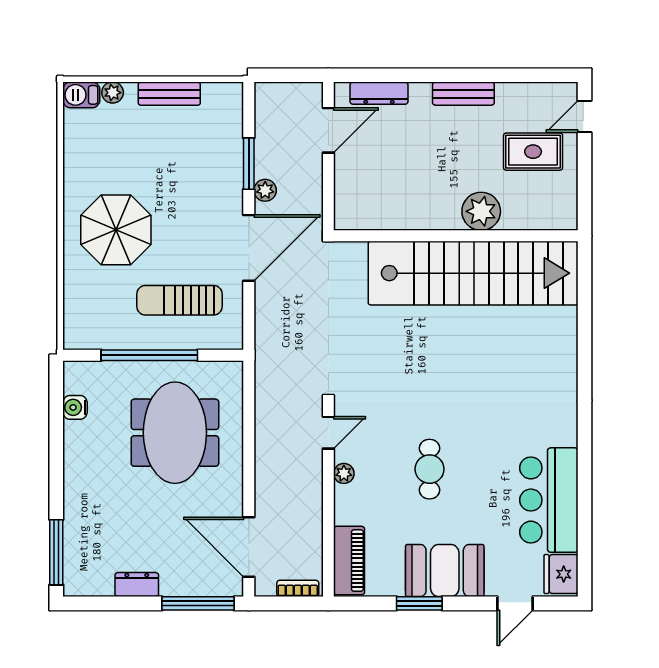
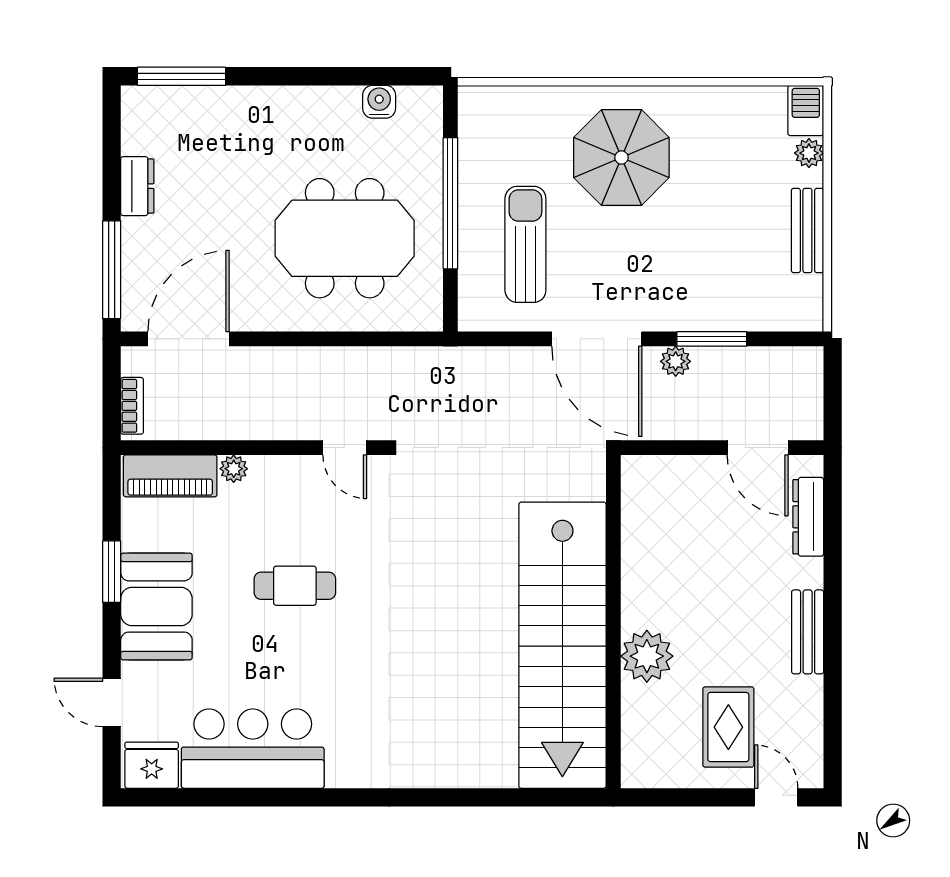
plant: (344, 473) -> (234, 469), moved

